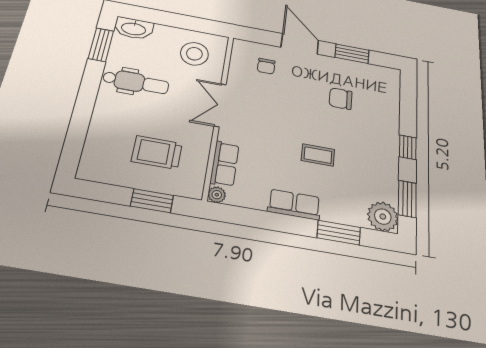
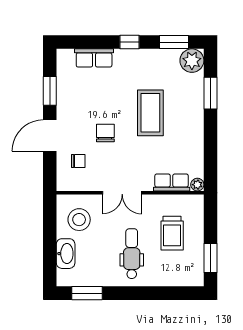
washbasin: (134, 28) -> (66, 254), moved
dental chair: (136, 82) -> (132, 254), moved
chair: (341, 99) -> (105, 133), moved, turned 180
coffee table: (318, 155) -> (150, 113), width x1.86, depth x1.72
window: (152, 201) -> (210, 258), moved
row of seats: (294, 205) -> (94, 58), moved, turned -90

